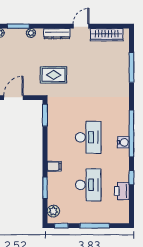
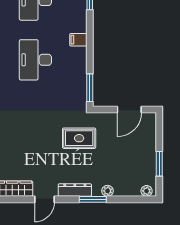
window: (18, 26) -> (93, 199), moved
filing cabinet: (54, 166) -> (78, 40), moved

